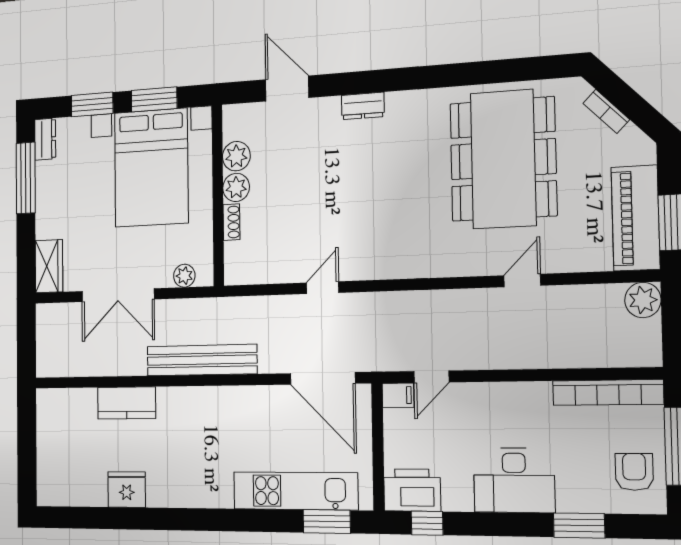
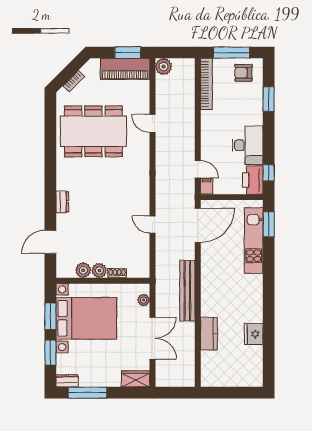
desk: (514, 480) -> (248, 145), moved

